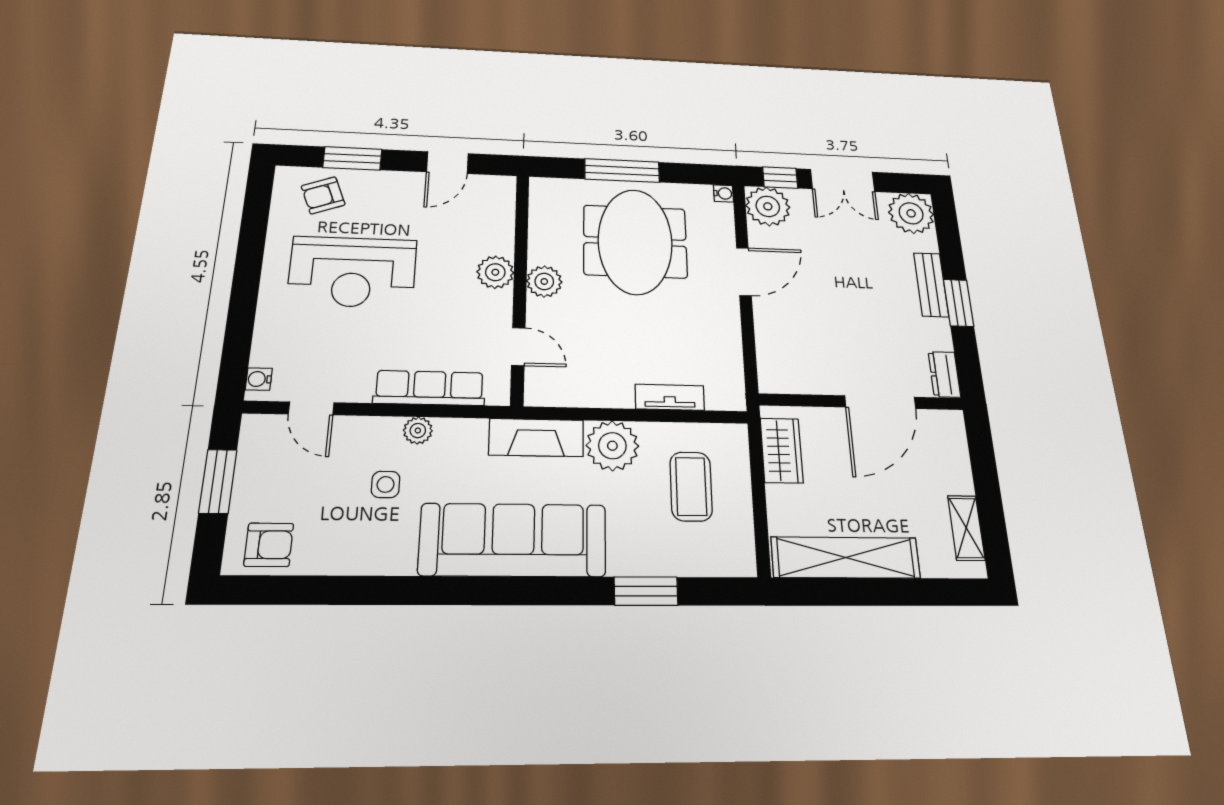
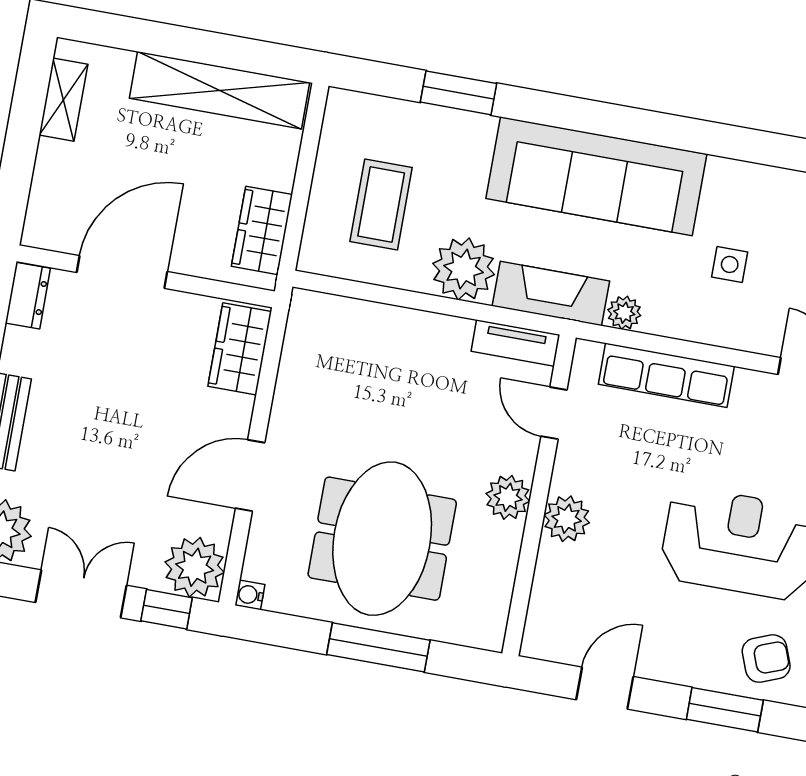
wardrobe: (775, 359) -> (240, 349), added
tv unit: (670, 397) -> (515, 343), moved
plant: (418, 431) -> (624, 313), moved

